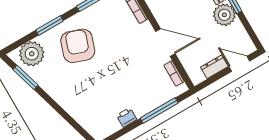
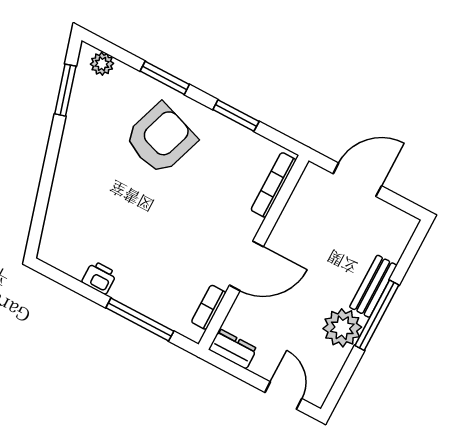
door: (165, 43) -> (246, 266), hinge flipped
plant: (32, 54) -> (102, 64), width x0.53, depth x0.53
dresser: (214, 67) -> (233, 349), moved

